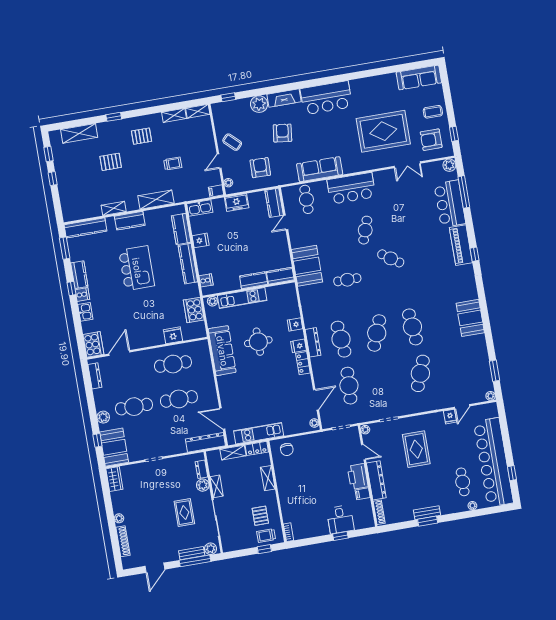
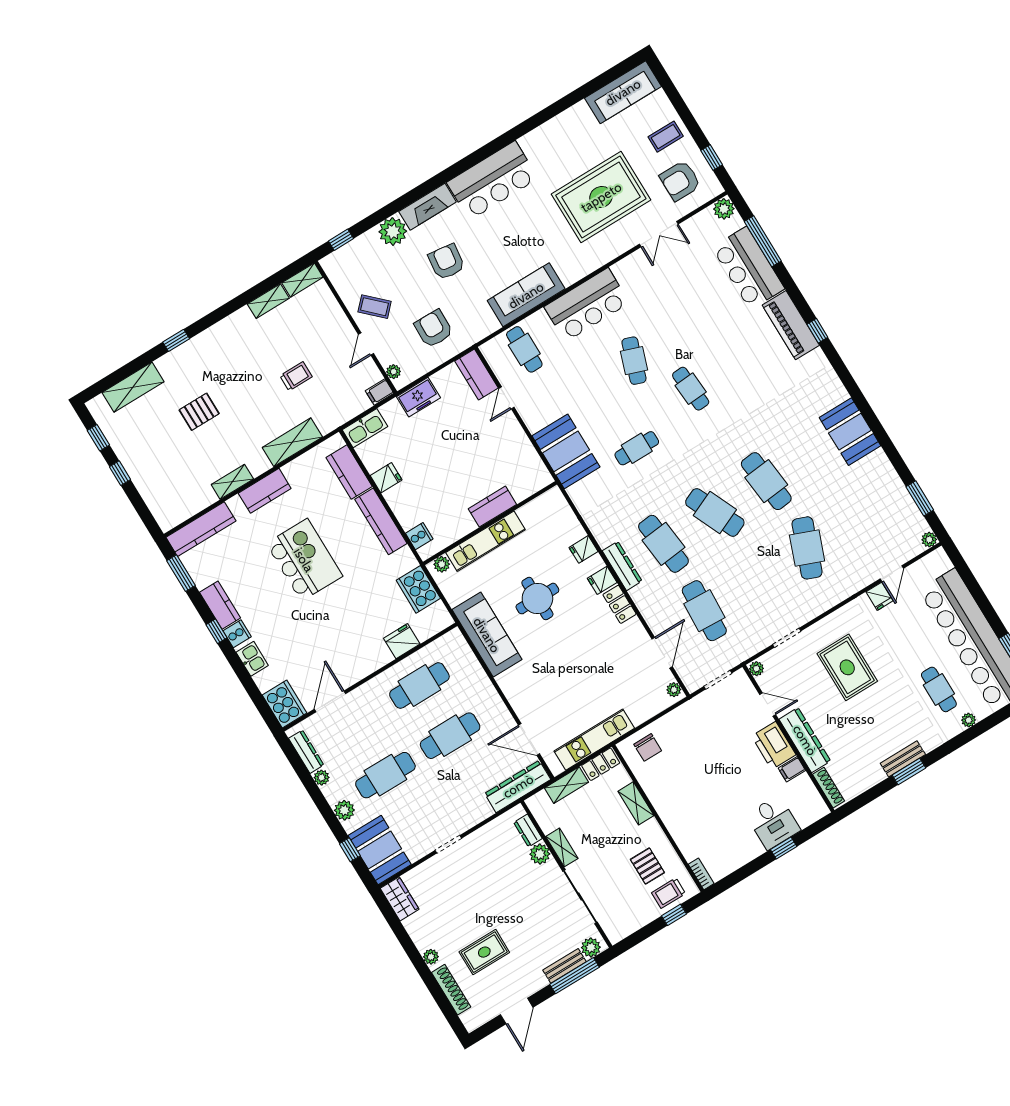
pallet: (141, 136) -> (231, 353), removed
cafe table: (391, 258) -> (691, 389), turned 51
kitchen counter: (280, 276) -> (531, 483), removed
cafe table: (377, 333) -> (715, 512), turned -45
plant: (98, 394) -> (322, 778), added
rug: (184, 513) -> (484, 952), moved, turned 90

